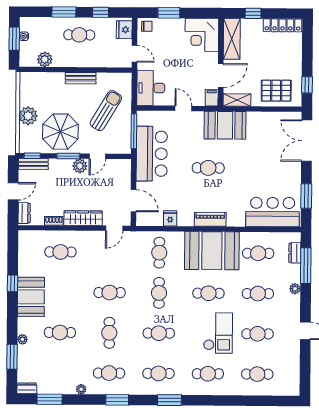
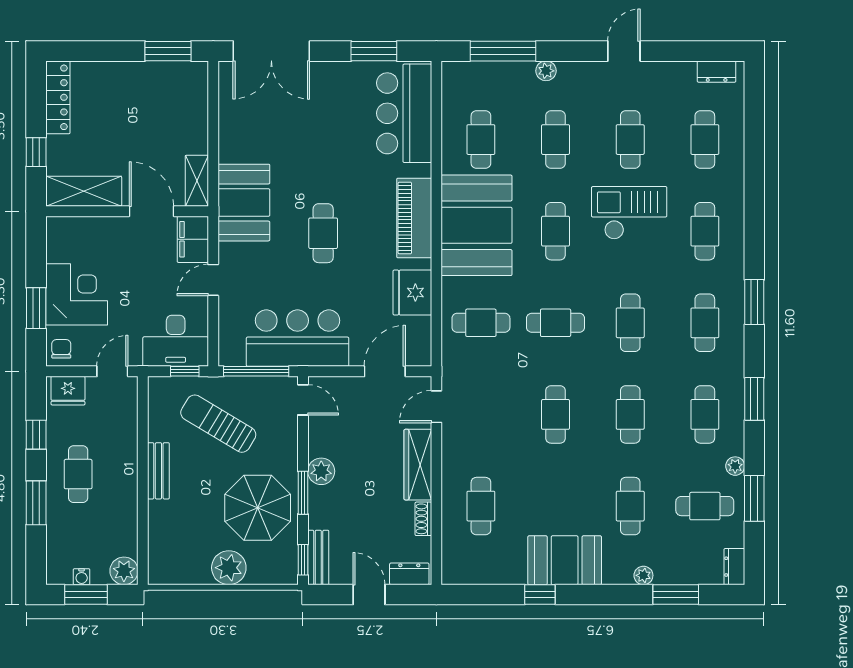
corner desk: (202, 35) -> (77, 294), moved, turned -90
plant: (45, 59) -> (124, 571), moved
window: (307, 85) -> (168, 51), width x1.50
pallet: (276, 91) -> (179, 108), removed
window: (134, 93) -> (185, 371), added
filing cabinet: (212, 98) -> (193, 239), width x2.00
door: (97, 156) -> (303, 400), moved
fridge: (170, 218) -> (412, 293), width x1.88, depth x1.34
piano: (210, 219) -> (414, 218), width x1.37, depth x1.33
door: (114, 228) -> (436, 407), swing flipped
dresser: (295, 253) -> (717, 72), moved
cafe table: (109, 333) -> (630, 414), turned 90
cafe table: (60, 373) -> (705, 506), added
window: (50, 399) -> (754, 498), moved

